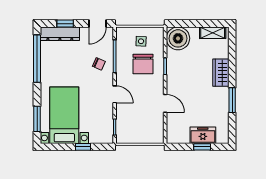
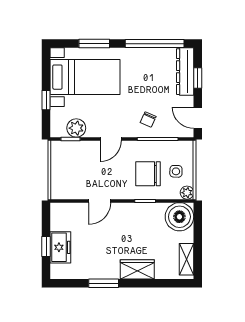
plant: (158, 32) -> (187, 193), added
window: (37, 119) -> (94, 44), moved
plant: (106, 122) -> (76, 128), added

